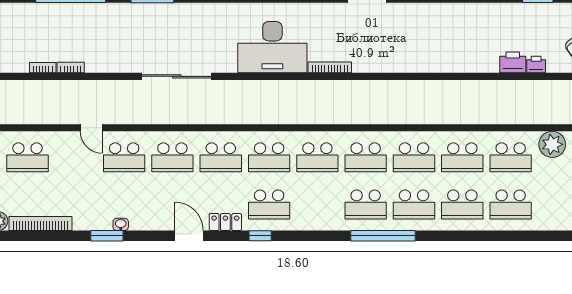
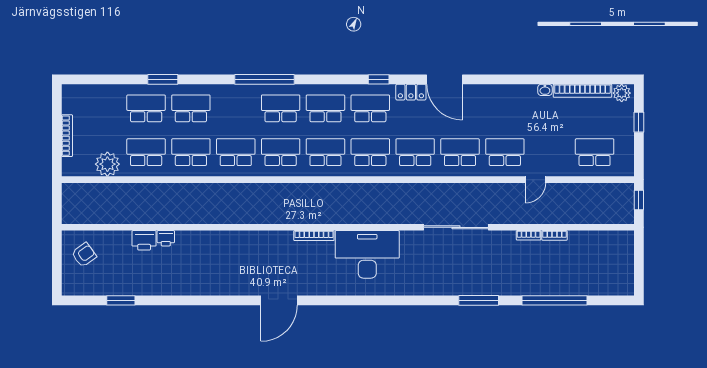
printer: (536, 65) -> (166, 238), moved
bookcase: (43, 68) -> (529, 235), moved
door: (91, 128) -> (535, 180), swing flipped
school desk: (414, 204) -> (325, 108), moved
washbasin: (121, 224) -> (545, 90), moved
window: (107, 236) -> (163, 79), moved
door: (189, 236) -> (445, 79), width x1.36

